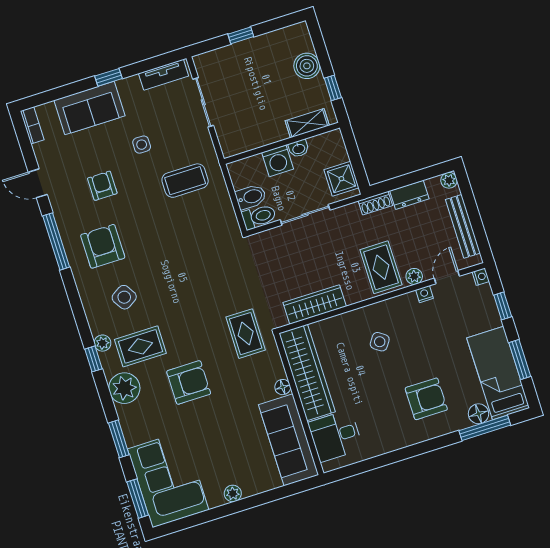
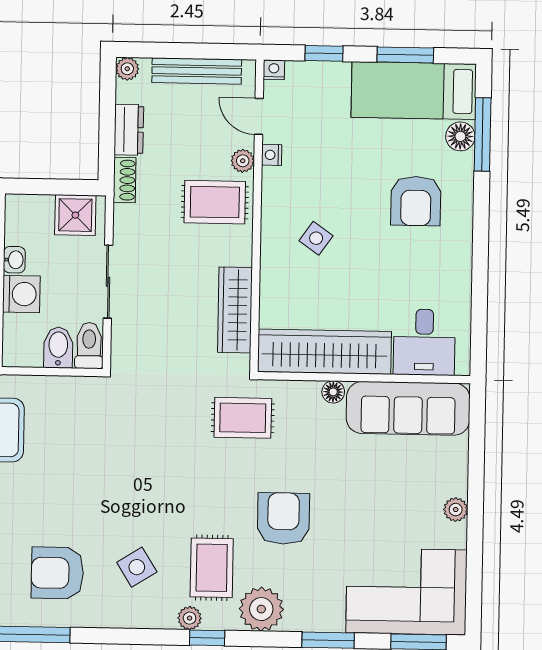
armchair: (426, 399) -> (416, 201), turned 180

